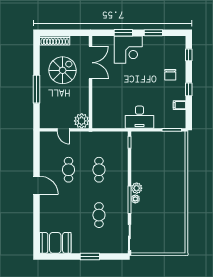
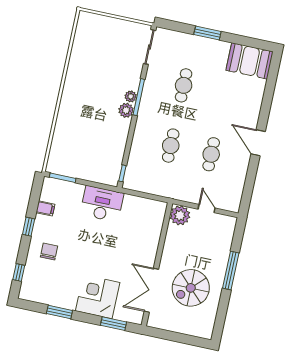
window: (123, 33) -> (114, 324), moved
shoe rack: (55, 41) -> (193, 330), removed

